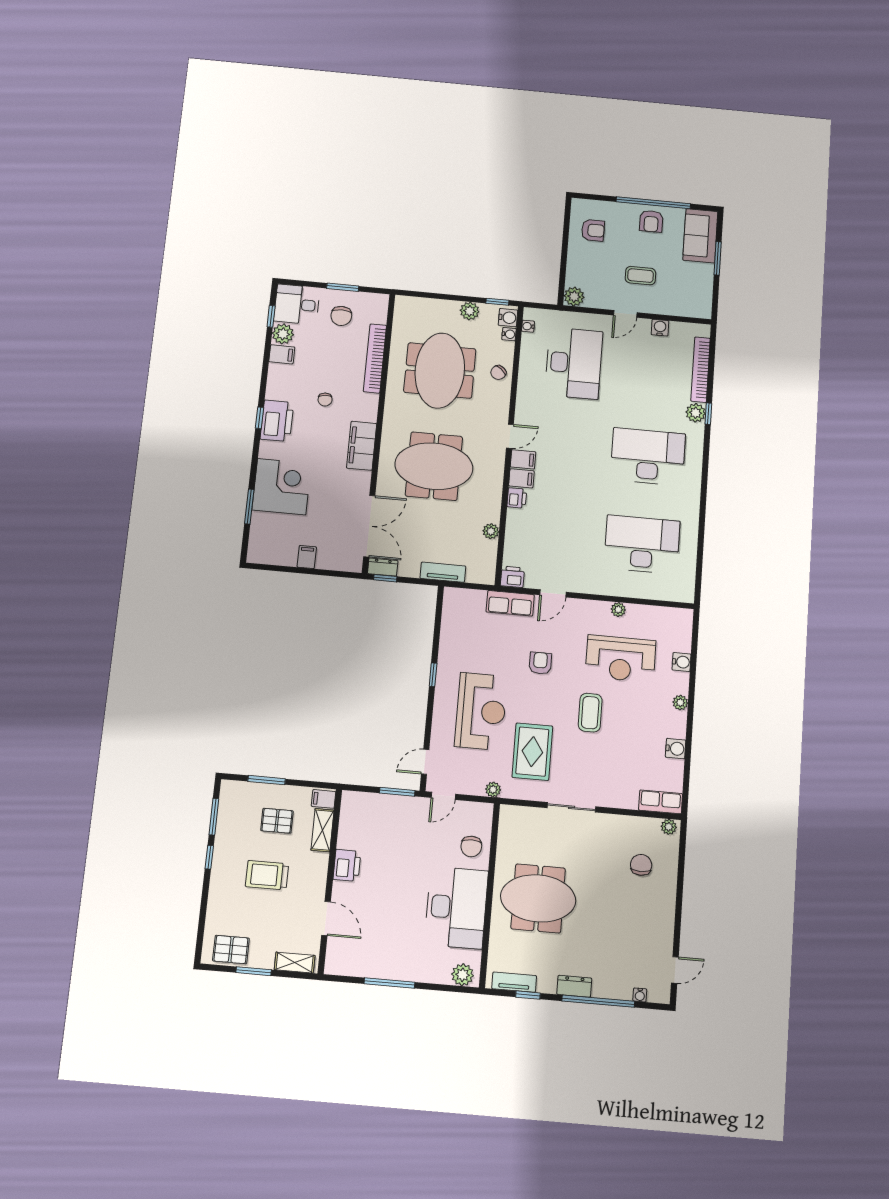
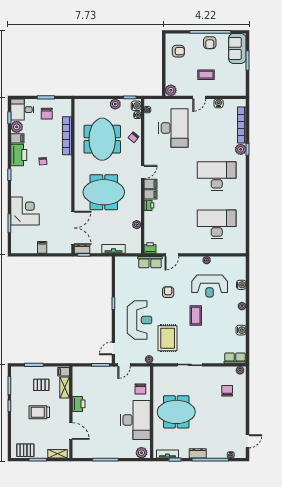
printer: (277, 421) -> (19, 155), moved
filing cabinet: (362, 446) -> (65, 185), removed

